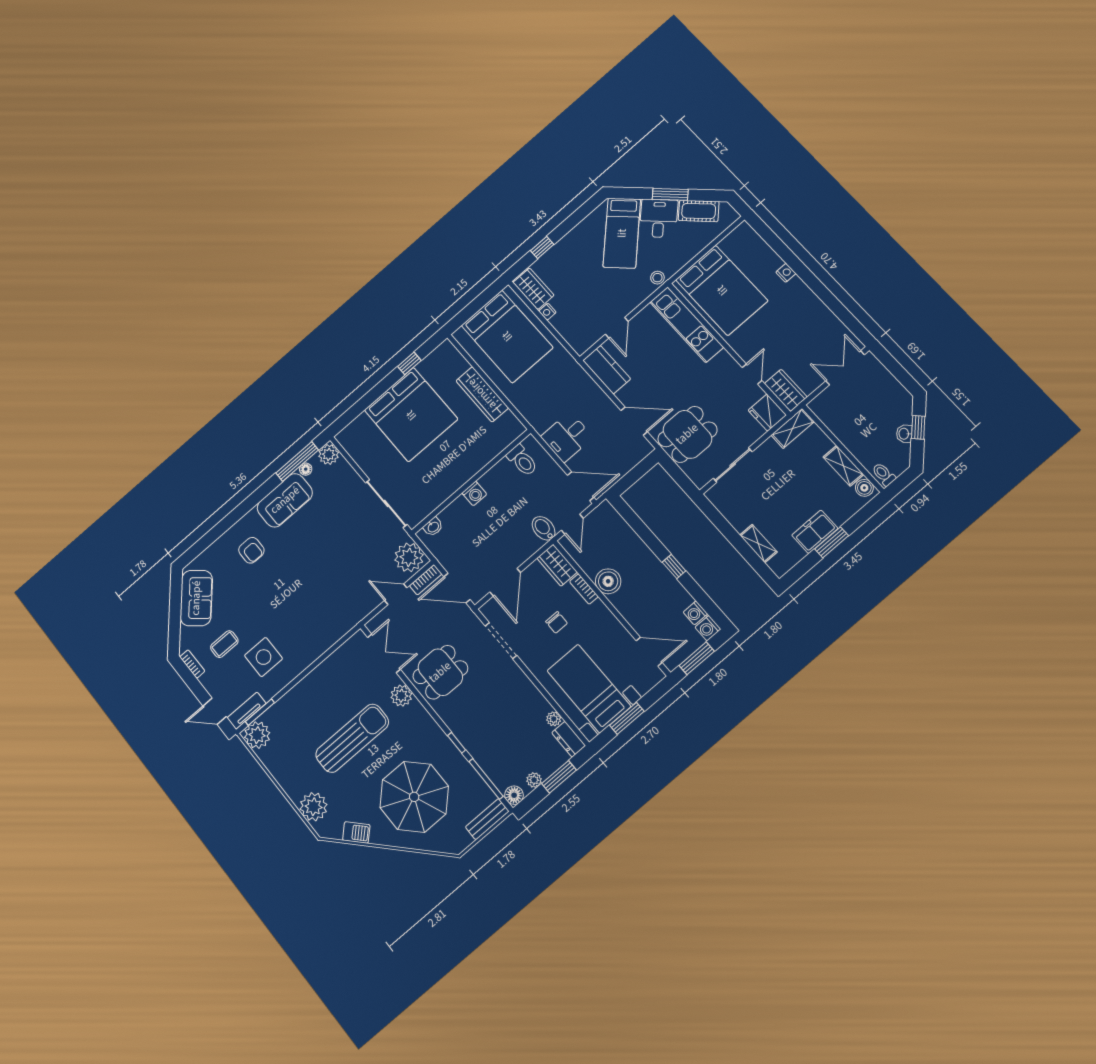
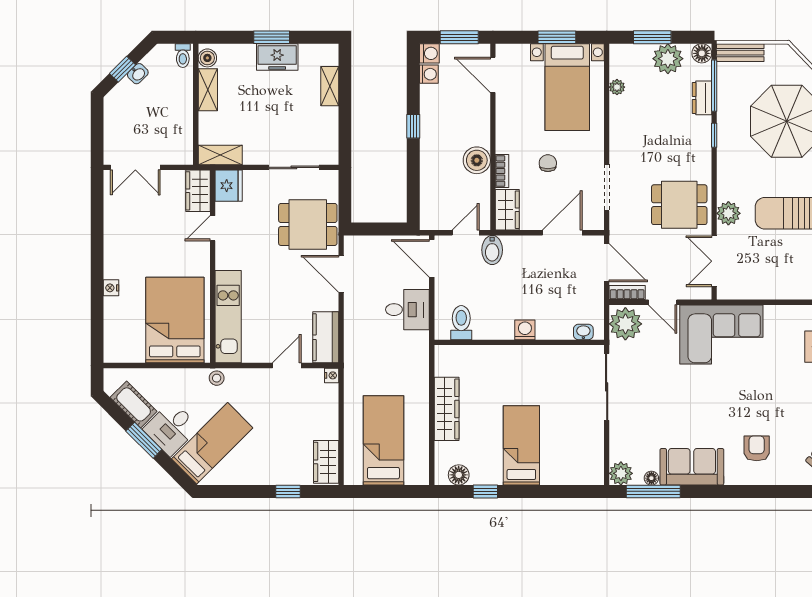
nightstand: (547, 312) -> (332, 375), moved
bed: (507, 336) -> (383, 440), width x0.67
floor lamp: (437, 358) -> (459, 475), added
bed: (411, 415) -> (521, 445), width x0.49
corner sofa: (338, 607) -> (721, 334), added
dresser: (569, 739) -> (702, 98), moved, turned 180
plant: (534, 780) -> (668, 59), width x1.87, depth x1.87

